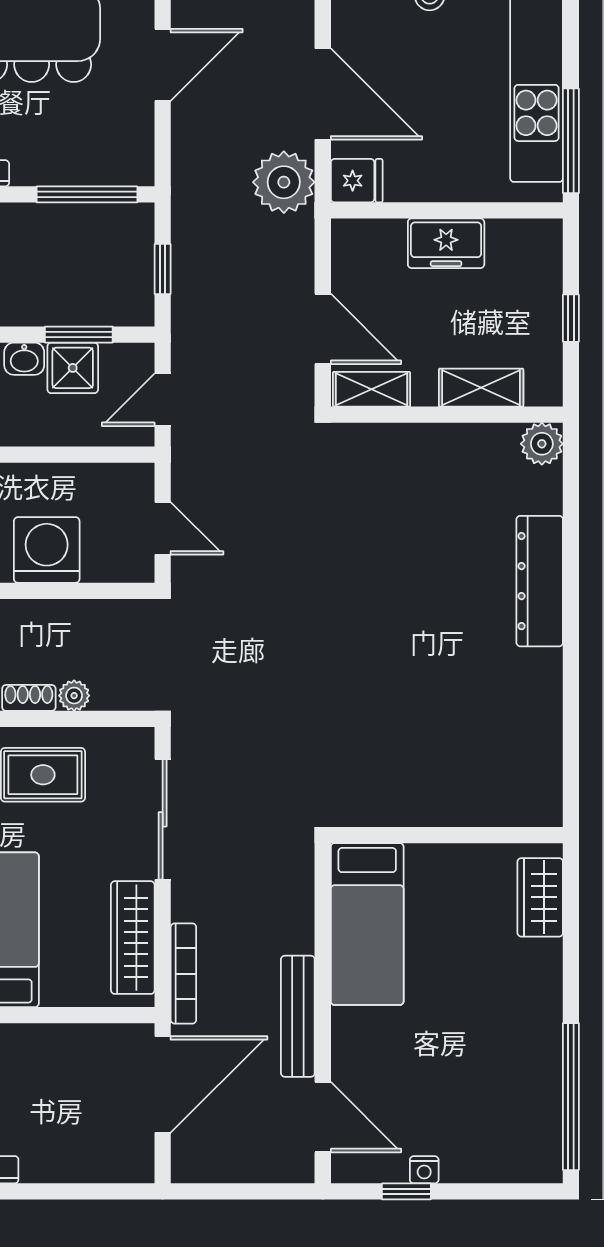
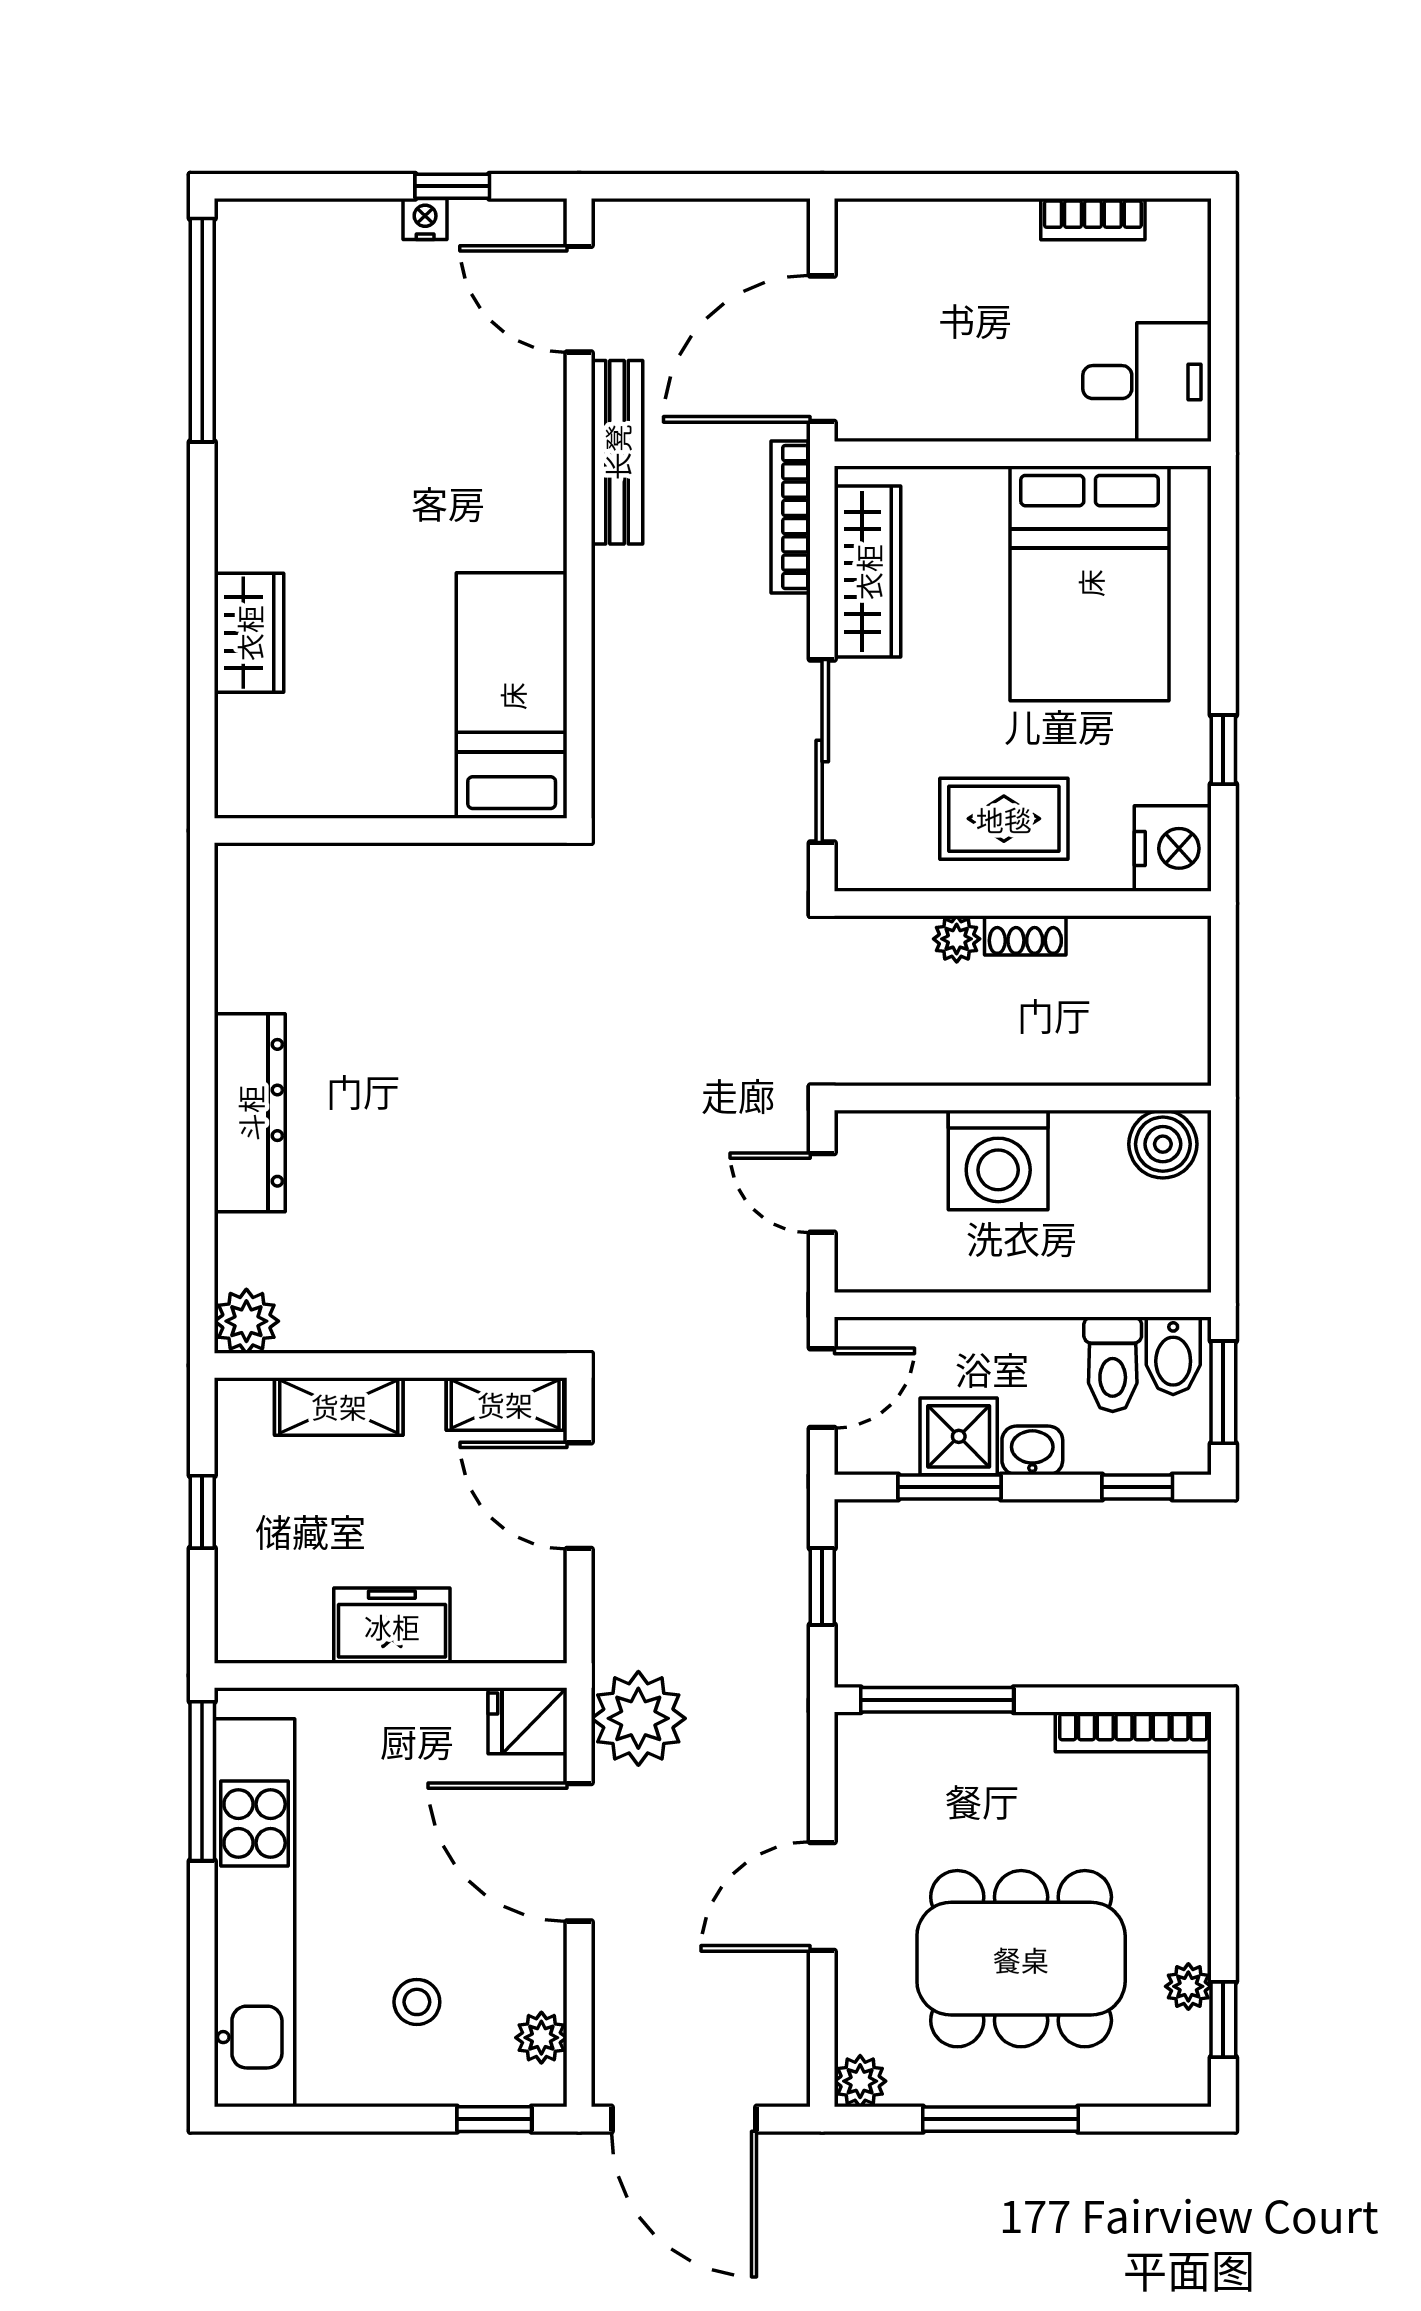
wall: (447, 835) -> (391, 831), moved
bed: (367, 924) -> (512, 696), moved

